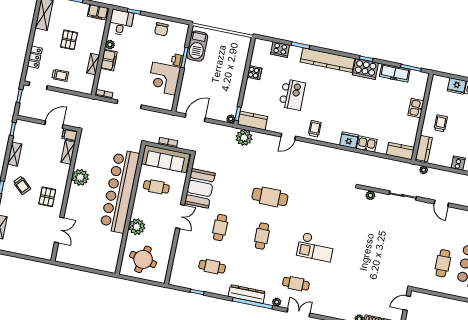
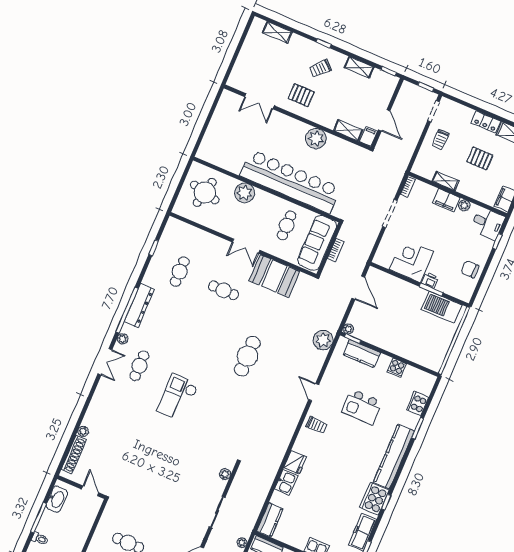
locker: (35, 57) -> (486, 122), moved
kitchen counter: (252, 120) -> (362, 354), moved, turned 90
cafe table: (262, 236) -> (203, 337), removed

